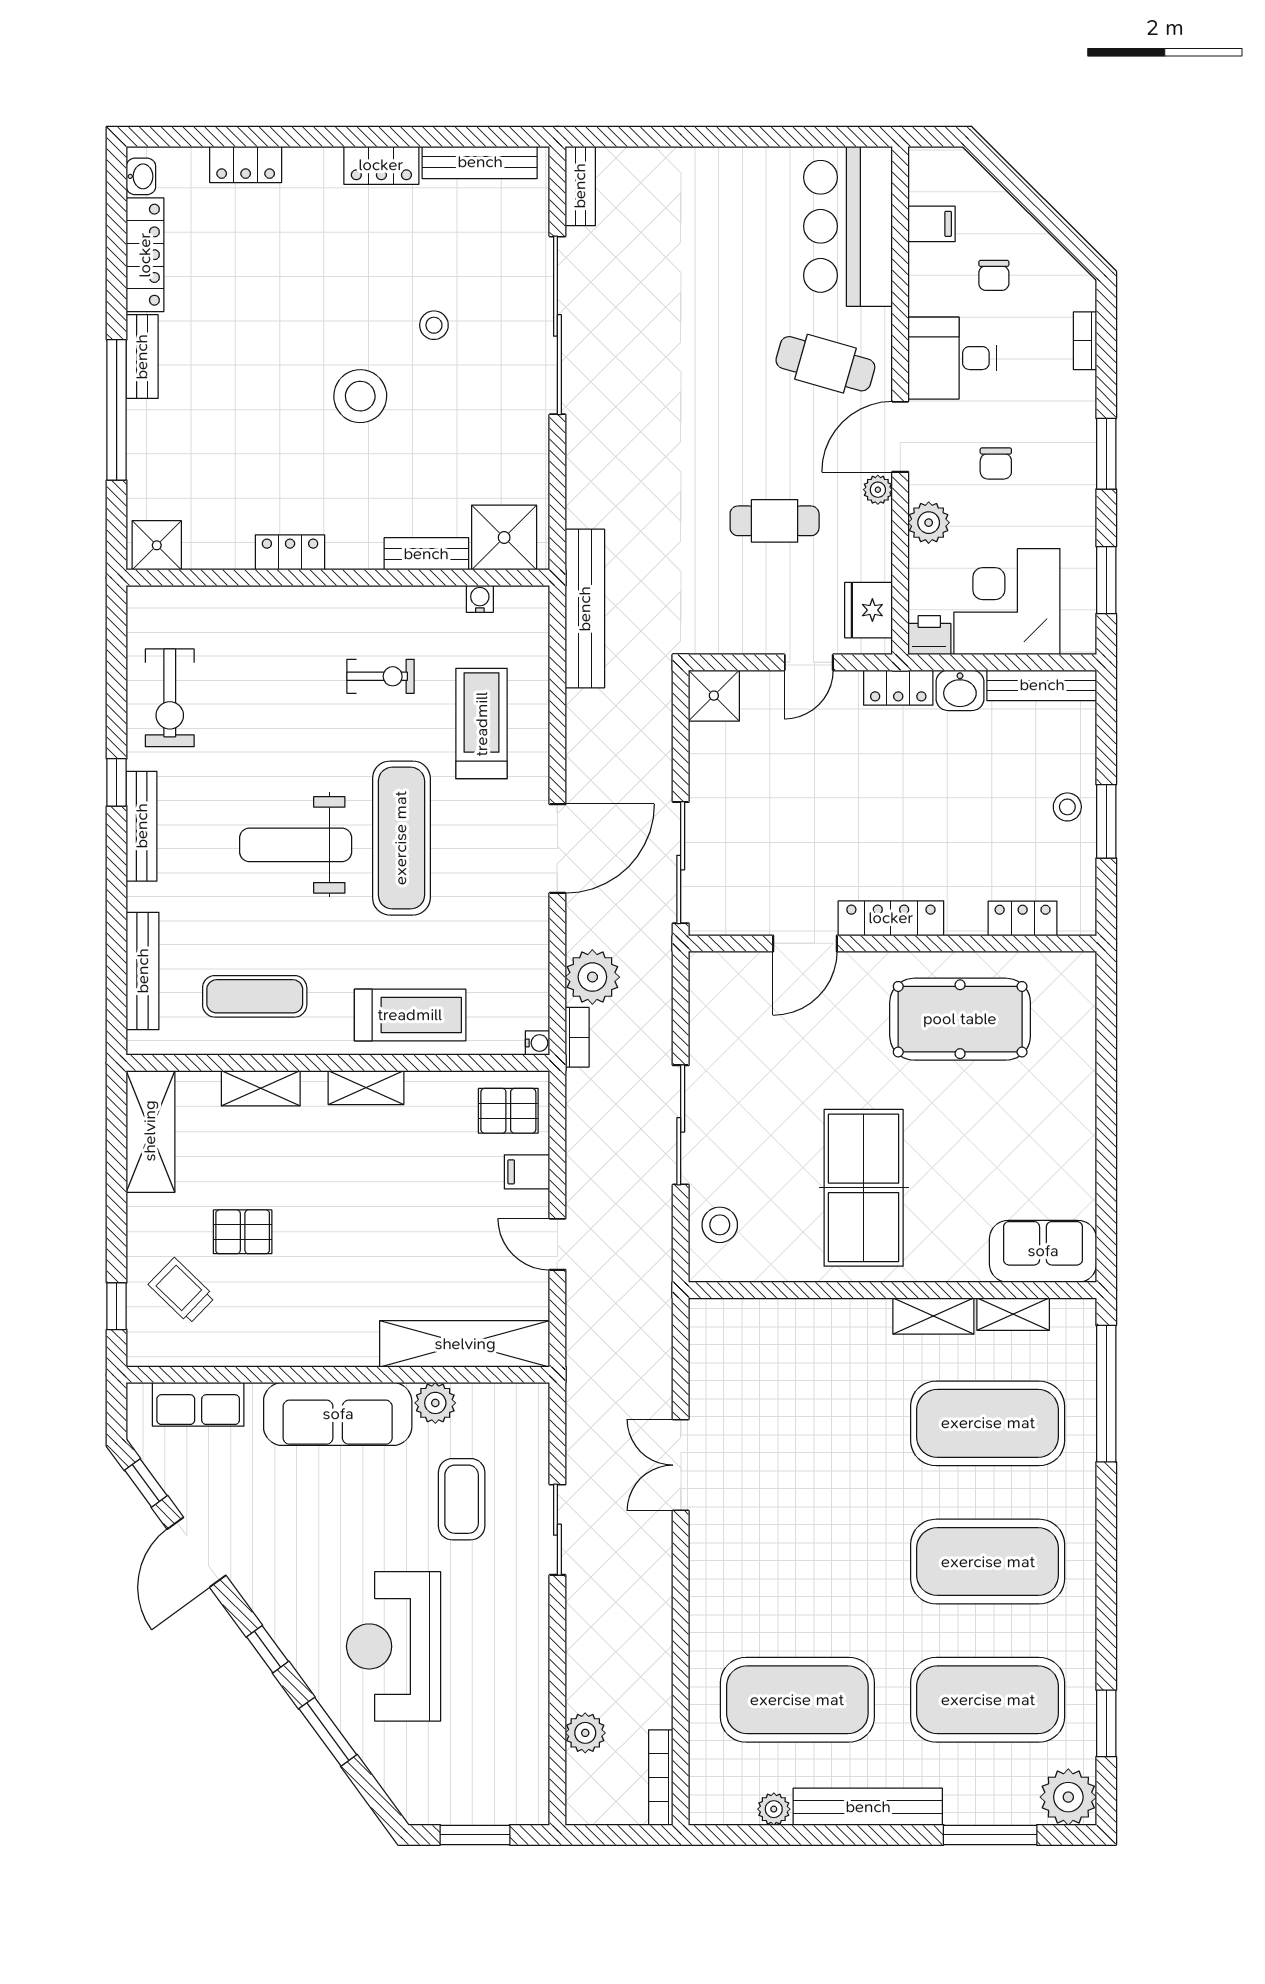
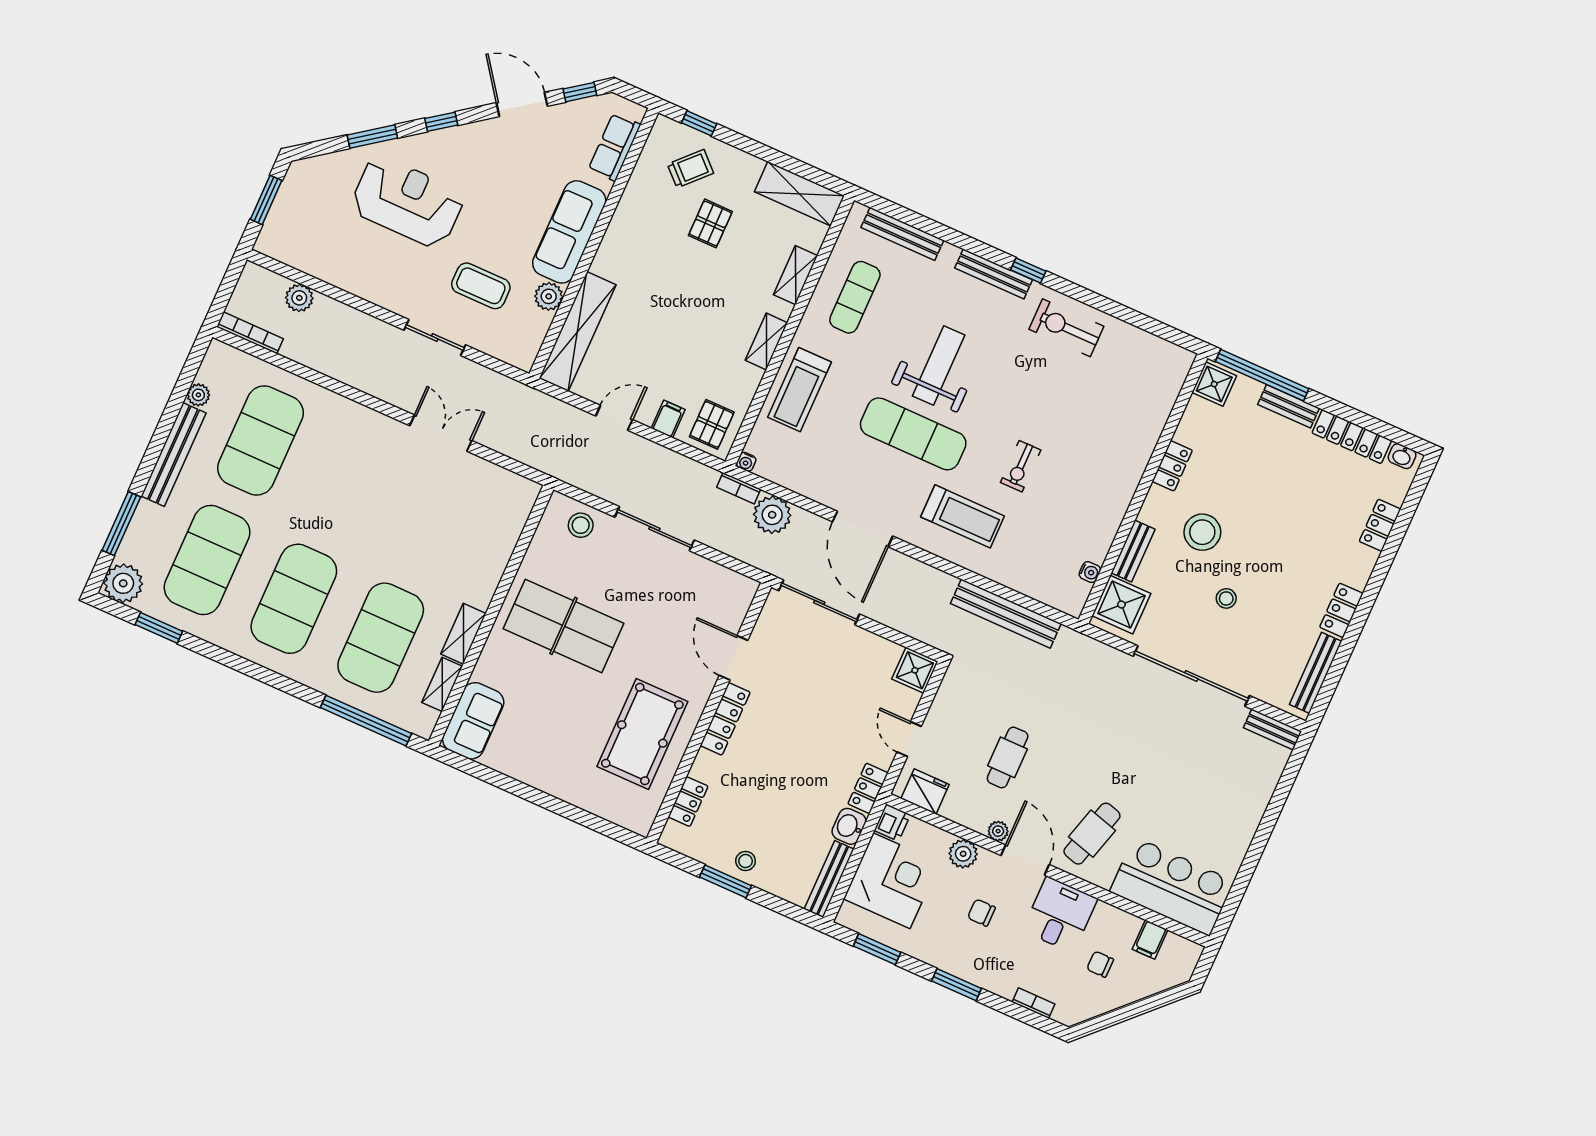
shower: (504, 538) -> (1121, 605), moved
shower: (157, 545) -> (1214, 384), moved
locker: (290, 552) -> (1172, 466), moved
bench: (426, 554) -> (1133, 551), moved
wall: (338, 578) -> (1143, 489), moved
water cooler: (480, 599) -> (1090, 572), moved

